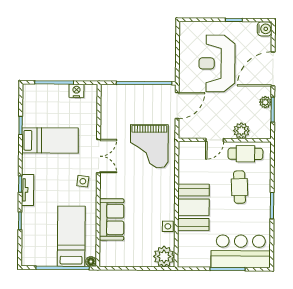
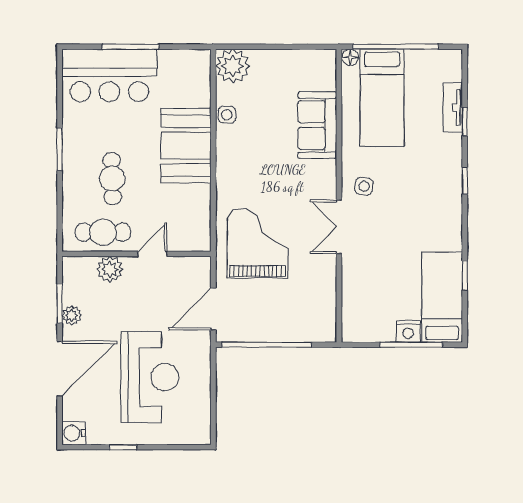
nightstand: (76, 91) -> (408, 332), moved
bed: (50, 140) -> (442, 297), moved, turned 90
tv unit: (28, 190) -> (453, 107), moved

